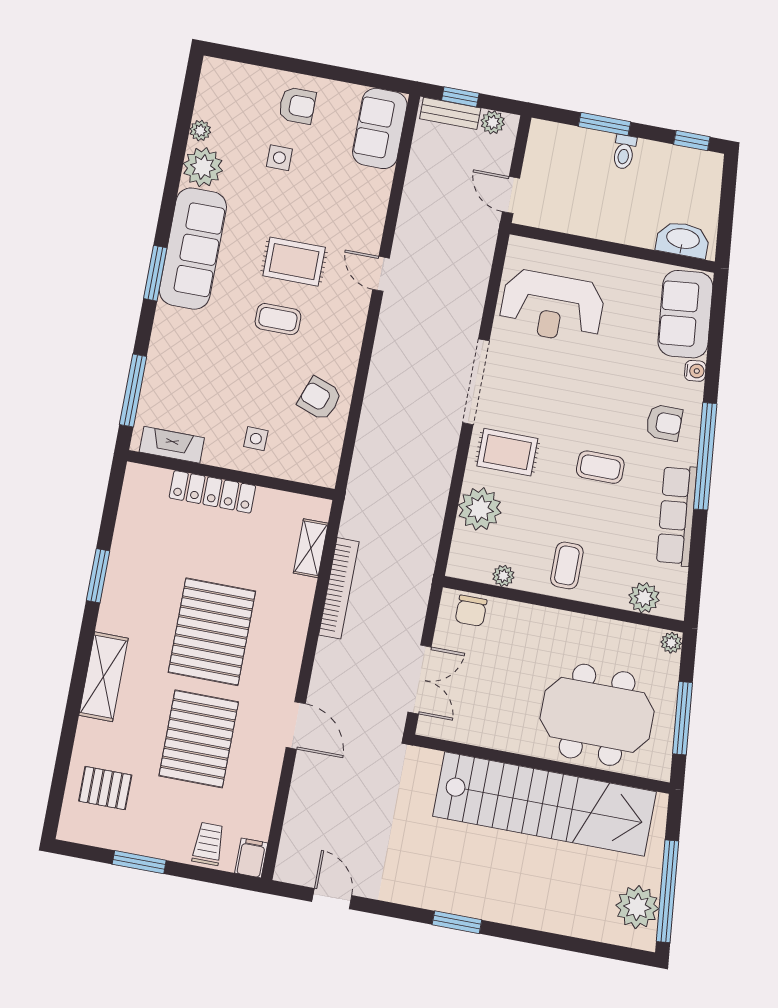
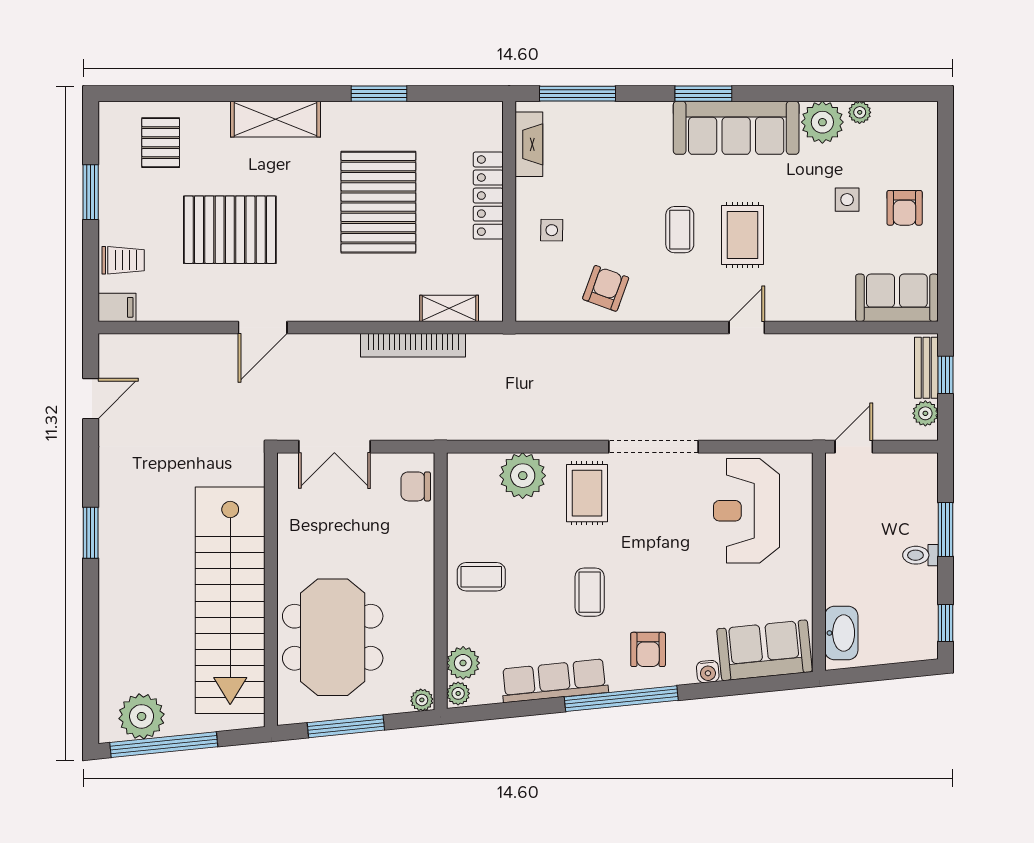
plant: (503, 576) -> (458, 693), moved
pallet: (212, 632) -> (378, 202), moved, turned 90

